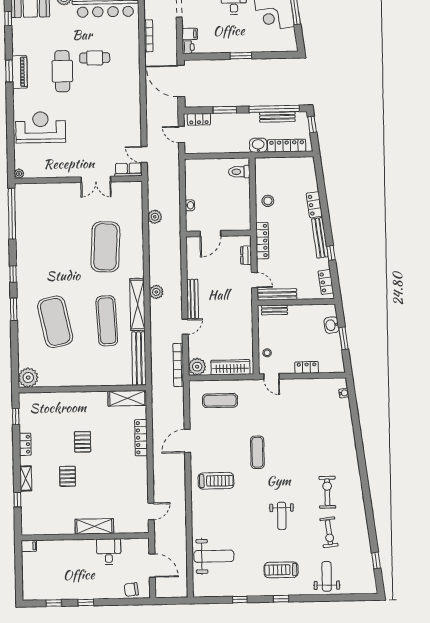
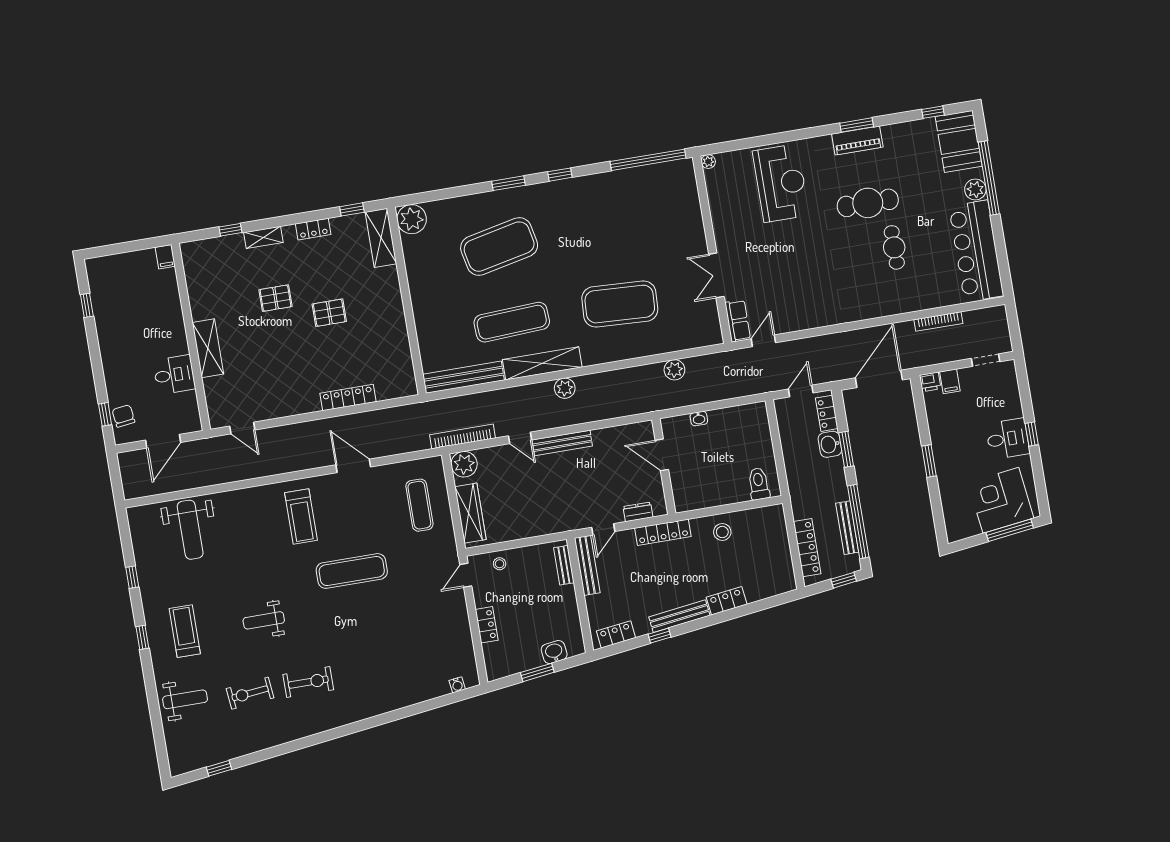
washbasin: (258, 145) -> (830, 444), moved, turned 180
shelving: (127, 398) -> (381, 238), moved
exercise mat: (257, 452) -> (352, 571), width x1.36, depth x1.45
window: (86, 602) -> (105, 414), moved

